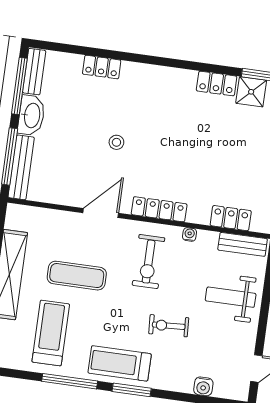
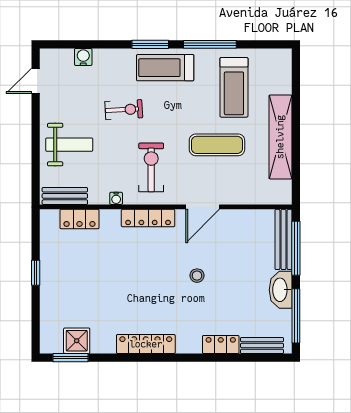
bench: (34, 72) -> (262, 345), moved, turned 90
locker: (217, 84) -> (146, 344), moved, width x1.53
treadmill: (120, 363) -> (165, 68), turned 180

